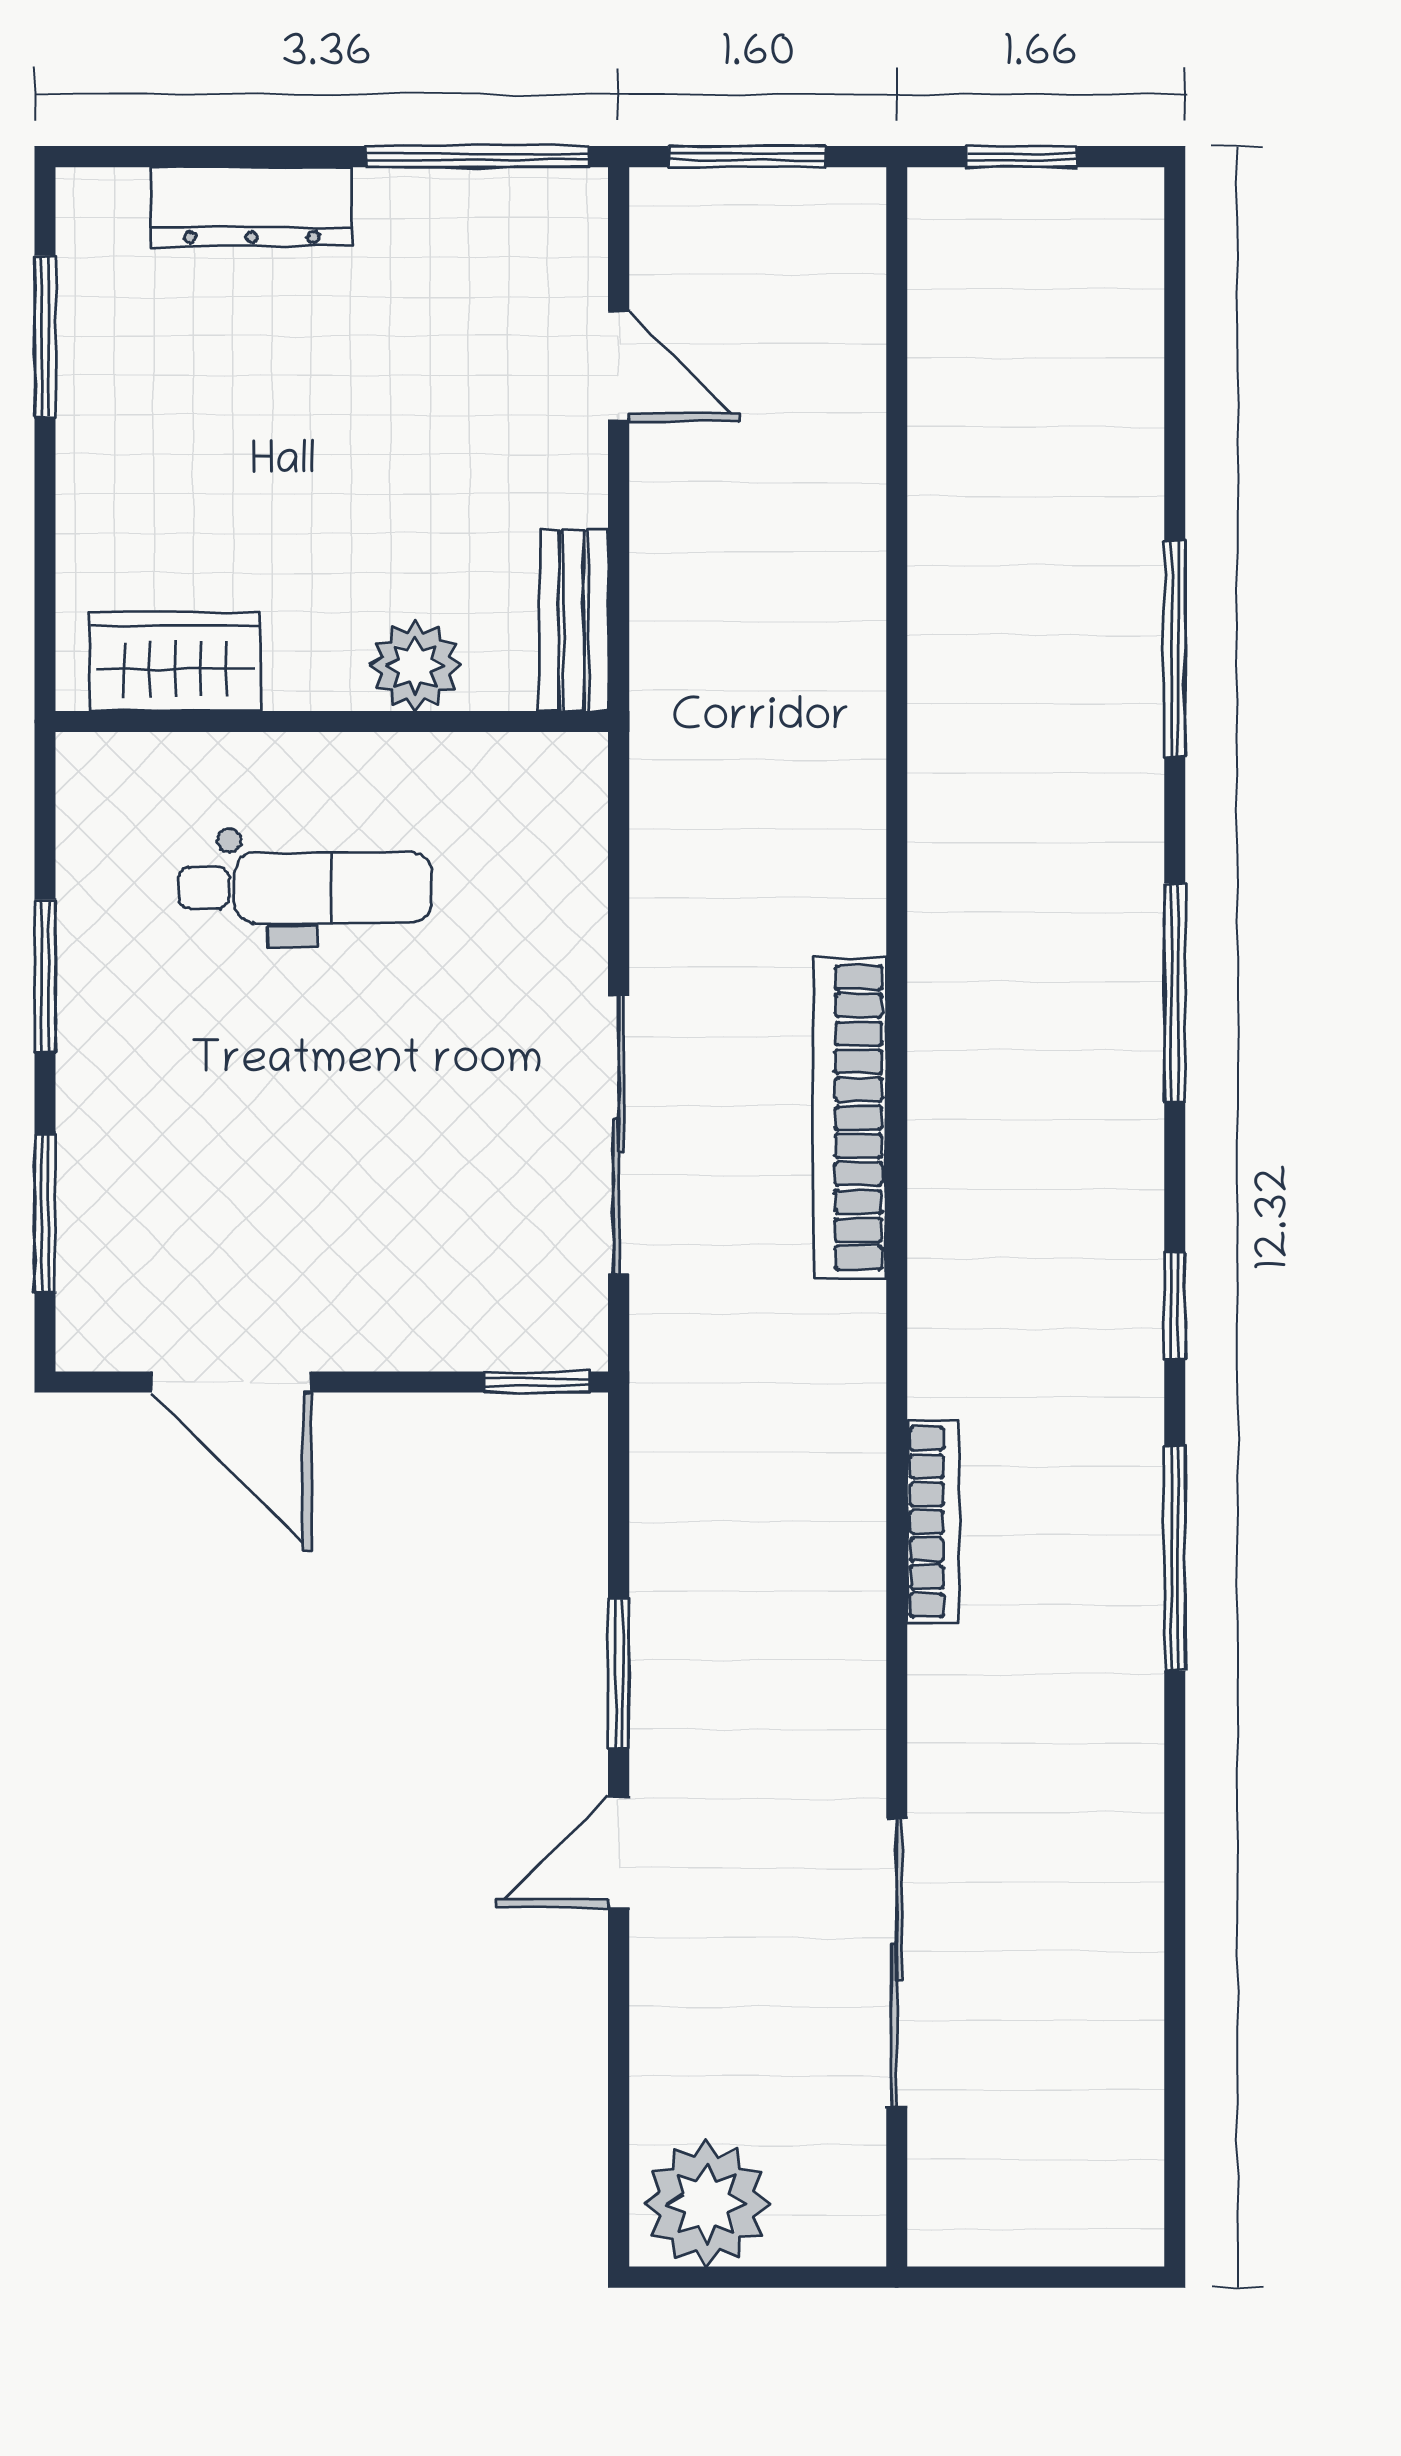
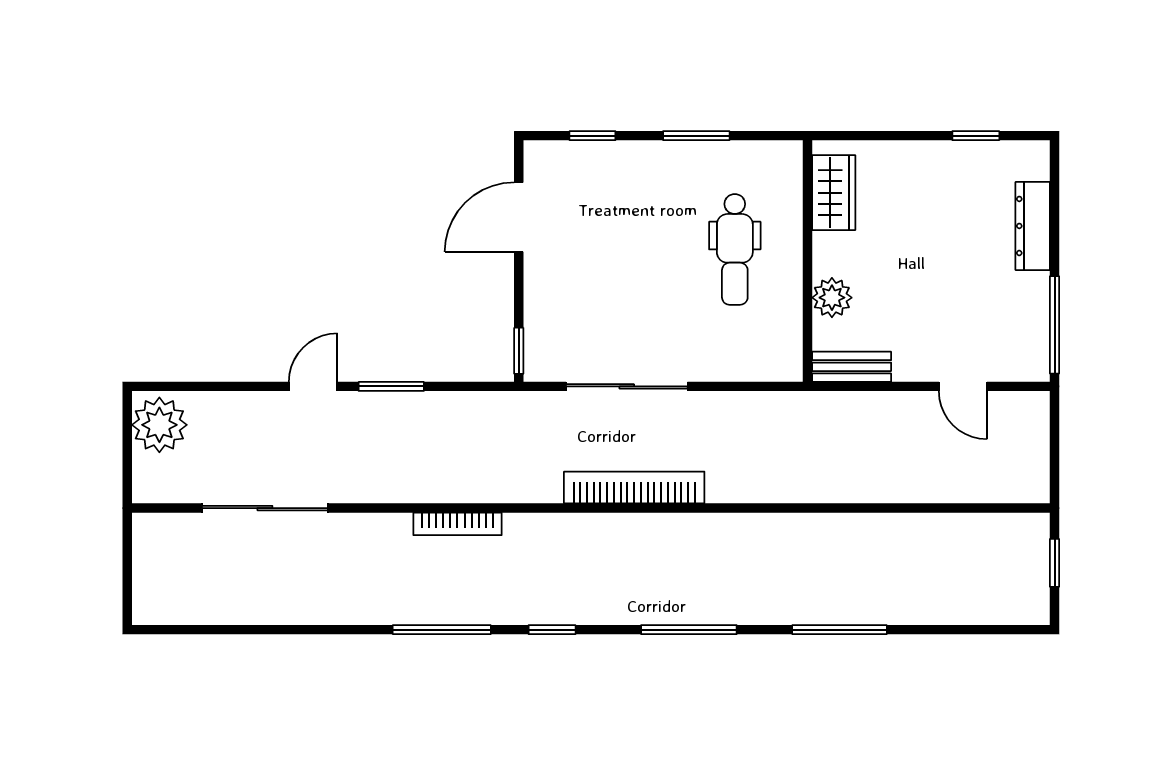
window: (747, 157) -> (1055, 443), removed
window: (45, 337) -> (976, 136), width x0.67
door: (619, 366) -> (963, 386), hinge flipped
window: (45, 1213) -> (592, 136), width x0.67
door: (619, 1852) -> (313, 386), hinge flipped

